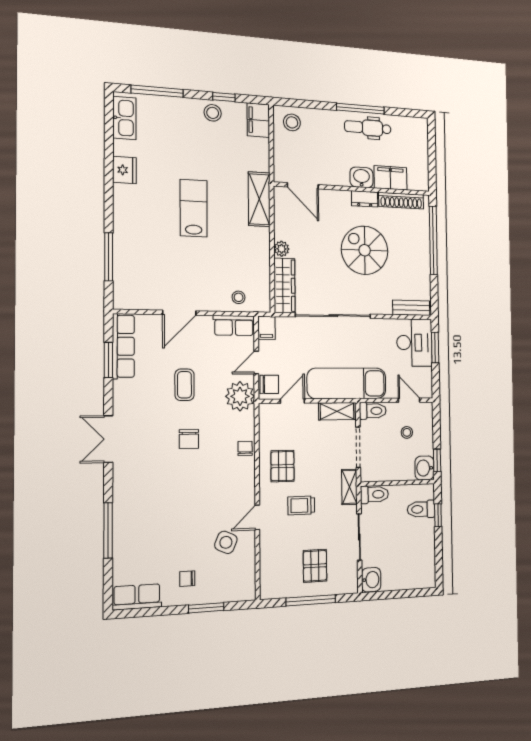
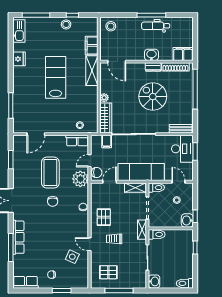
filing cabinet: (258, 120) -> (92, 45), moved
filing cabinet: (390, 178) -> (183, 54), moved
lab bench: (194, 208) -> (56, 77), width x1.36, depth x1.39
door: (179, 313) -> (36, 134), moved
filing cabinet: (266, 328) -> (107, 142), moved
row of seats: (123, 346) -> (18, 237), moved
coffee table: (184, 385) -> (50, 173), width x1.86, depth x1.72
toilet: (421, 509) -> (185, 283), moved
door: (257, 517) -> (89, 244), hinge flipped
pallet: (315, 566) -> (108, 272), moved, turned 90

